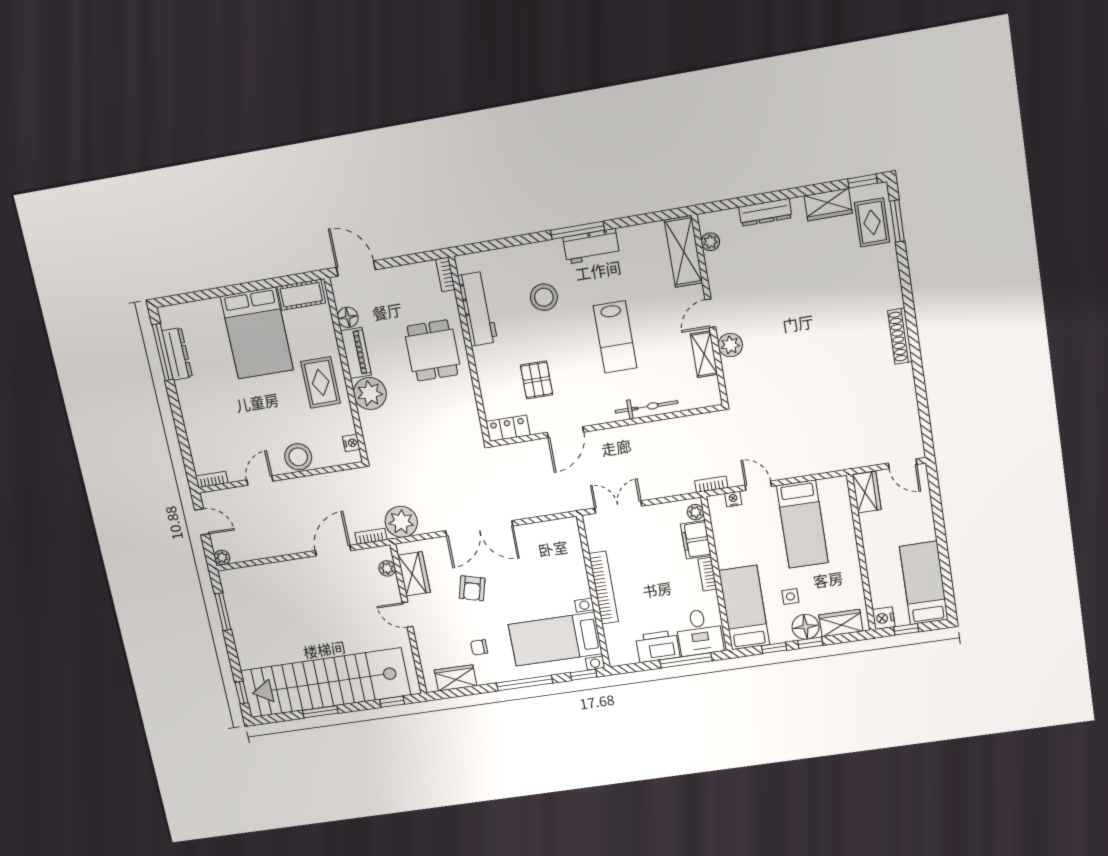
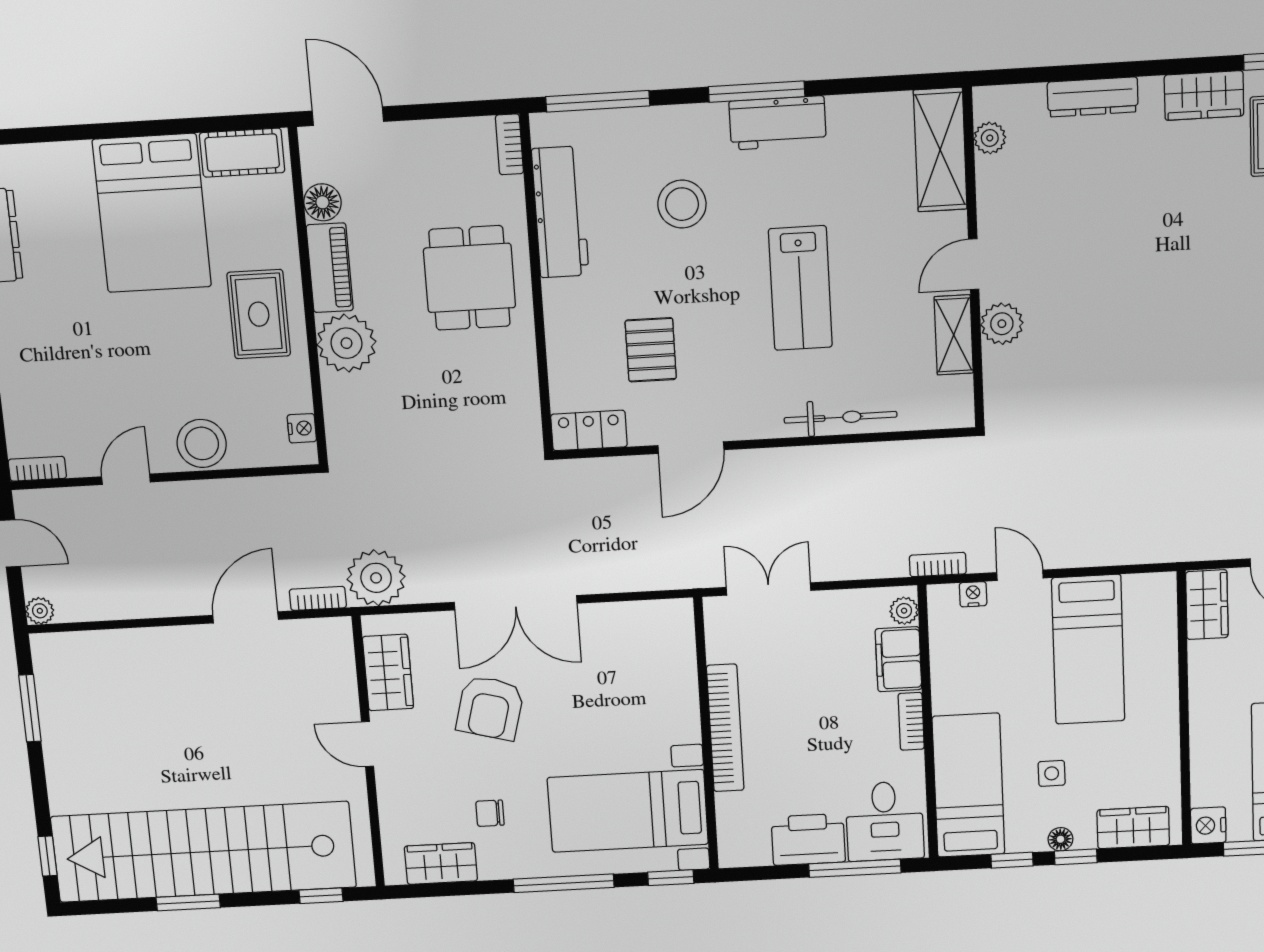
window: (491, 245) -> (598, 101), added
plant: (387, 568) -> (341, 658), removed
armchair: (472, 588) -> (490, 708), width x1.38, depth x1.38
floor lamp: (805, 627) -> (1060, 839), width x0.53, depth x0.53

